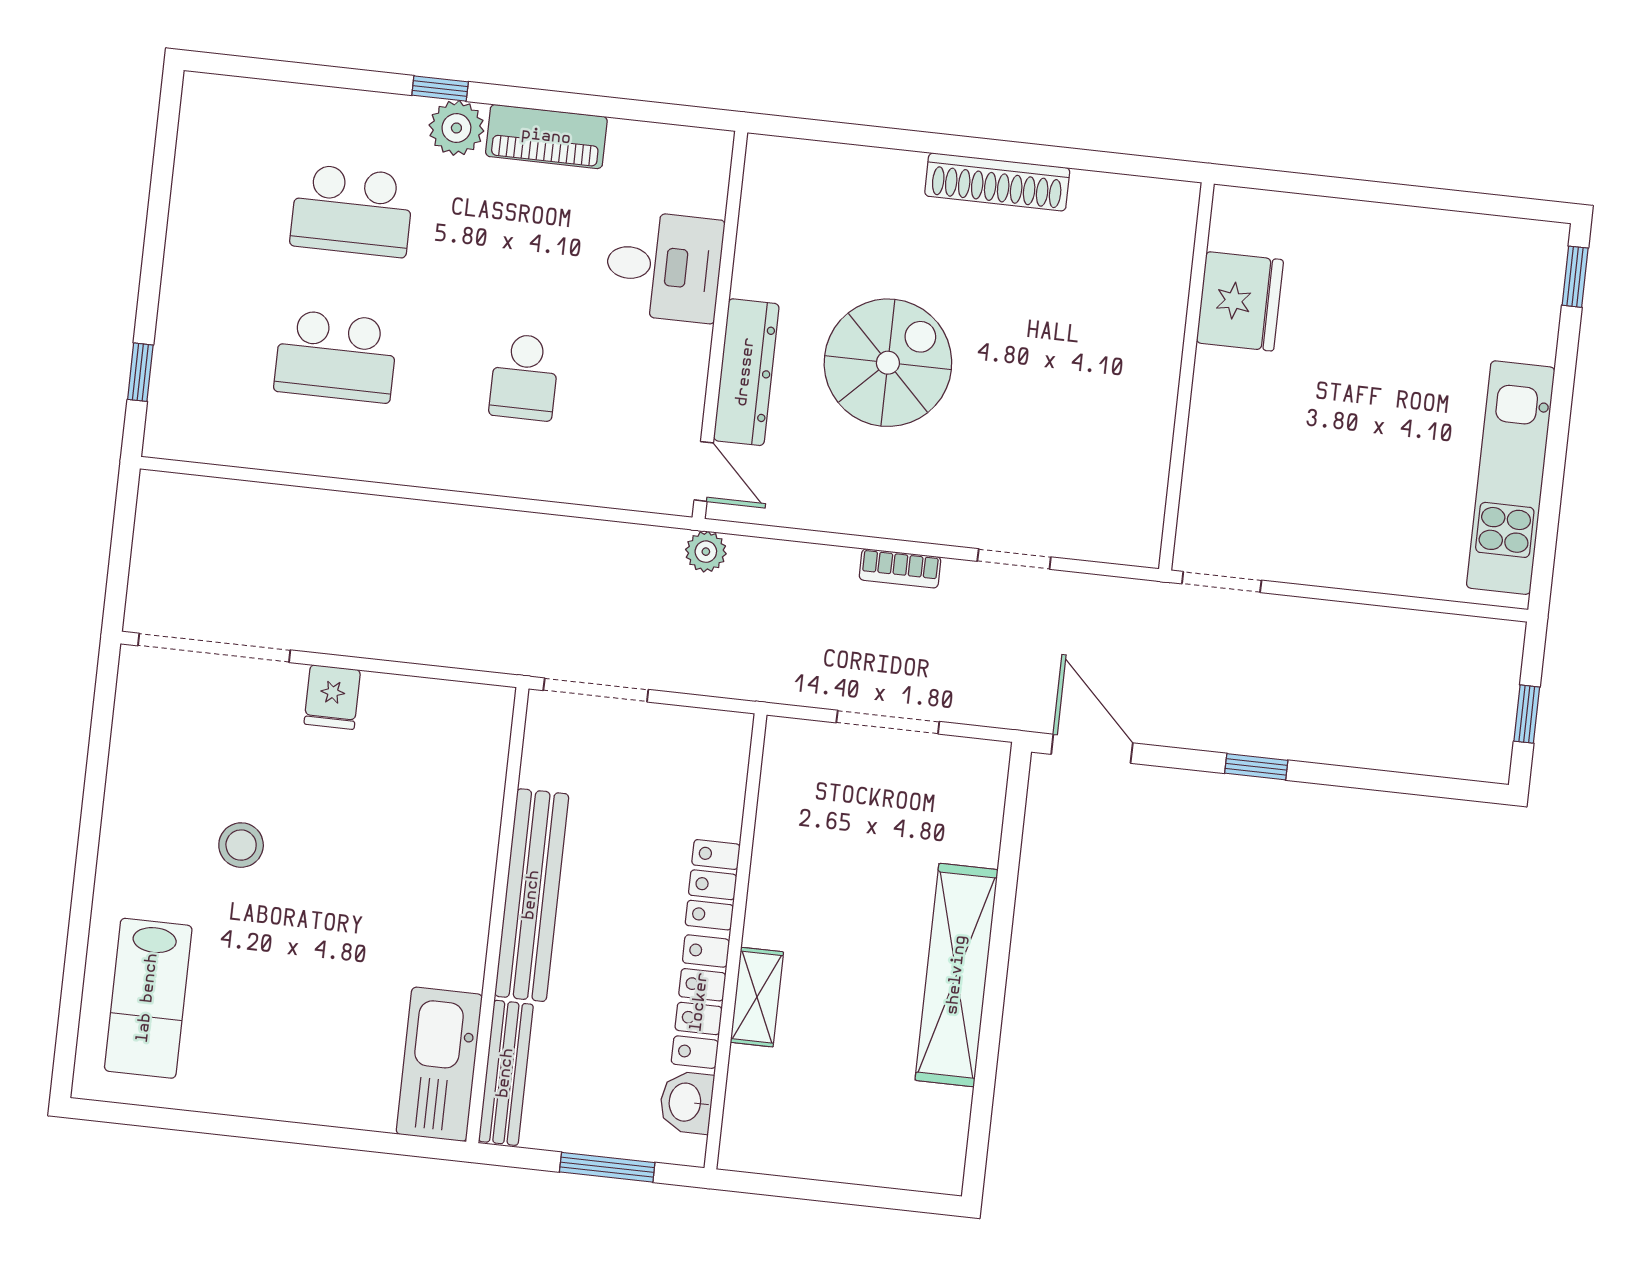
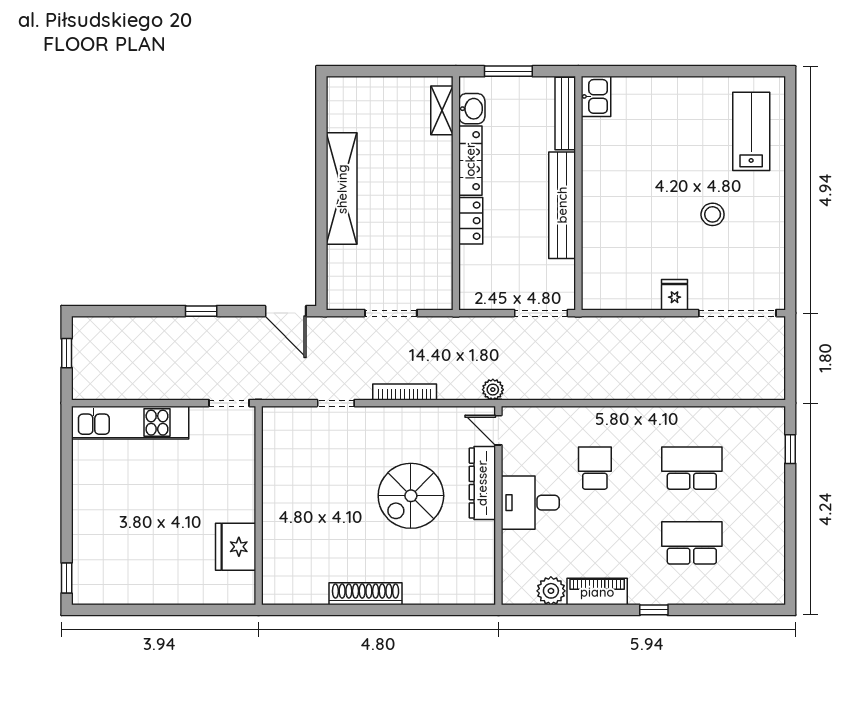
plant: (456, 128) -> (551, 591), moved
desk: (664, 266) -> (530, 503), moved
kitchen unit: (1511, 478) -> (130, 423), moved, turned 90
bookcase: (900, 568) -> (405, 392), width x1.56
shelving: (757, 997) -> (442, 110), moved
kitchen sink: (439, 1064) -> (596, 96), width x0.53, depth x0.81

